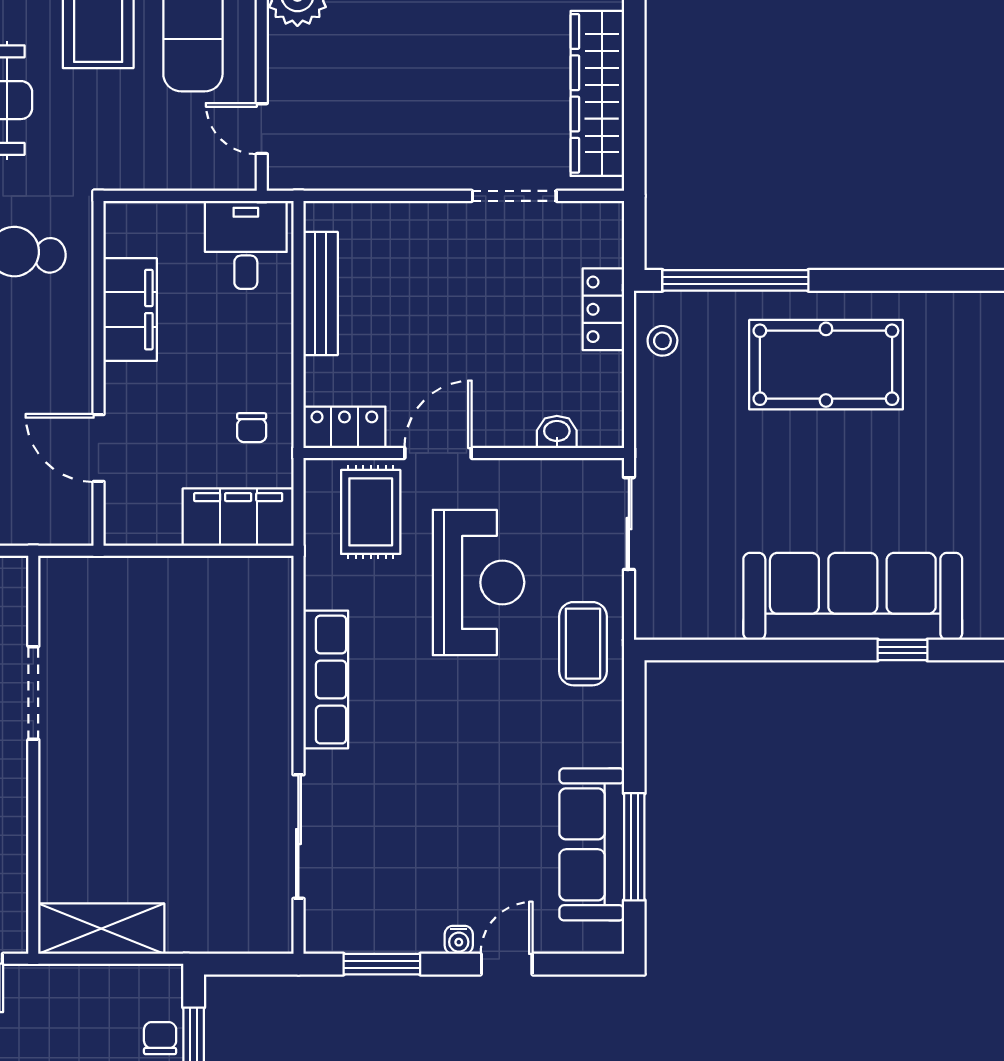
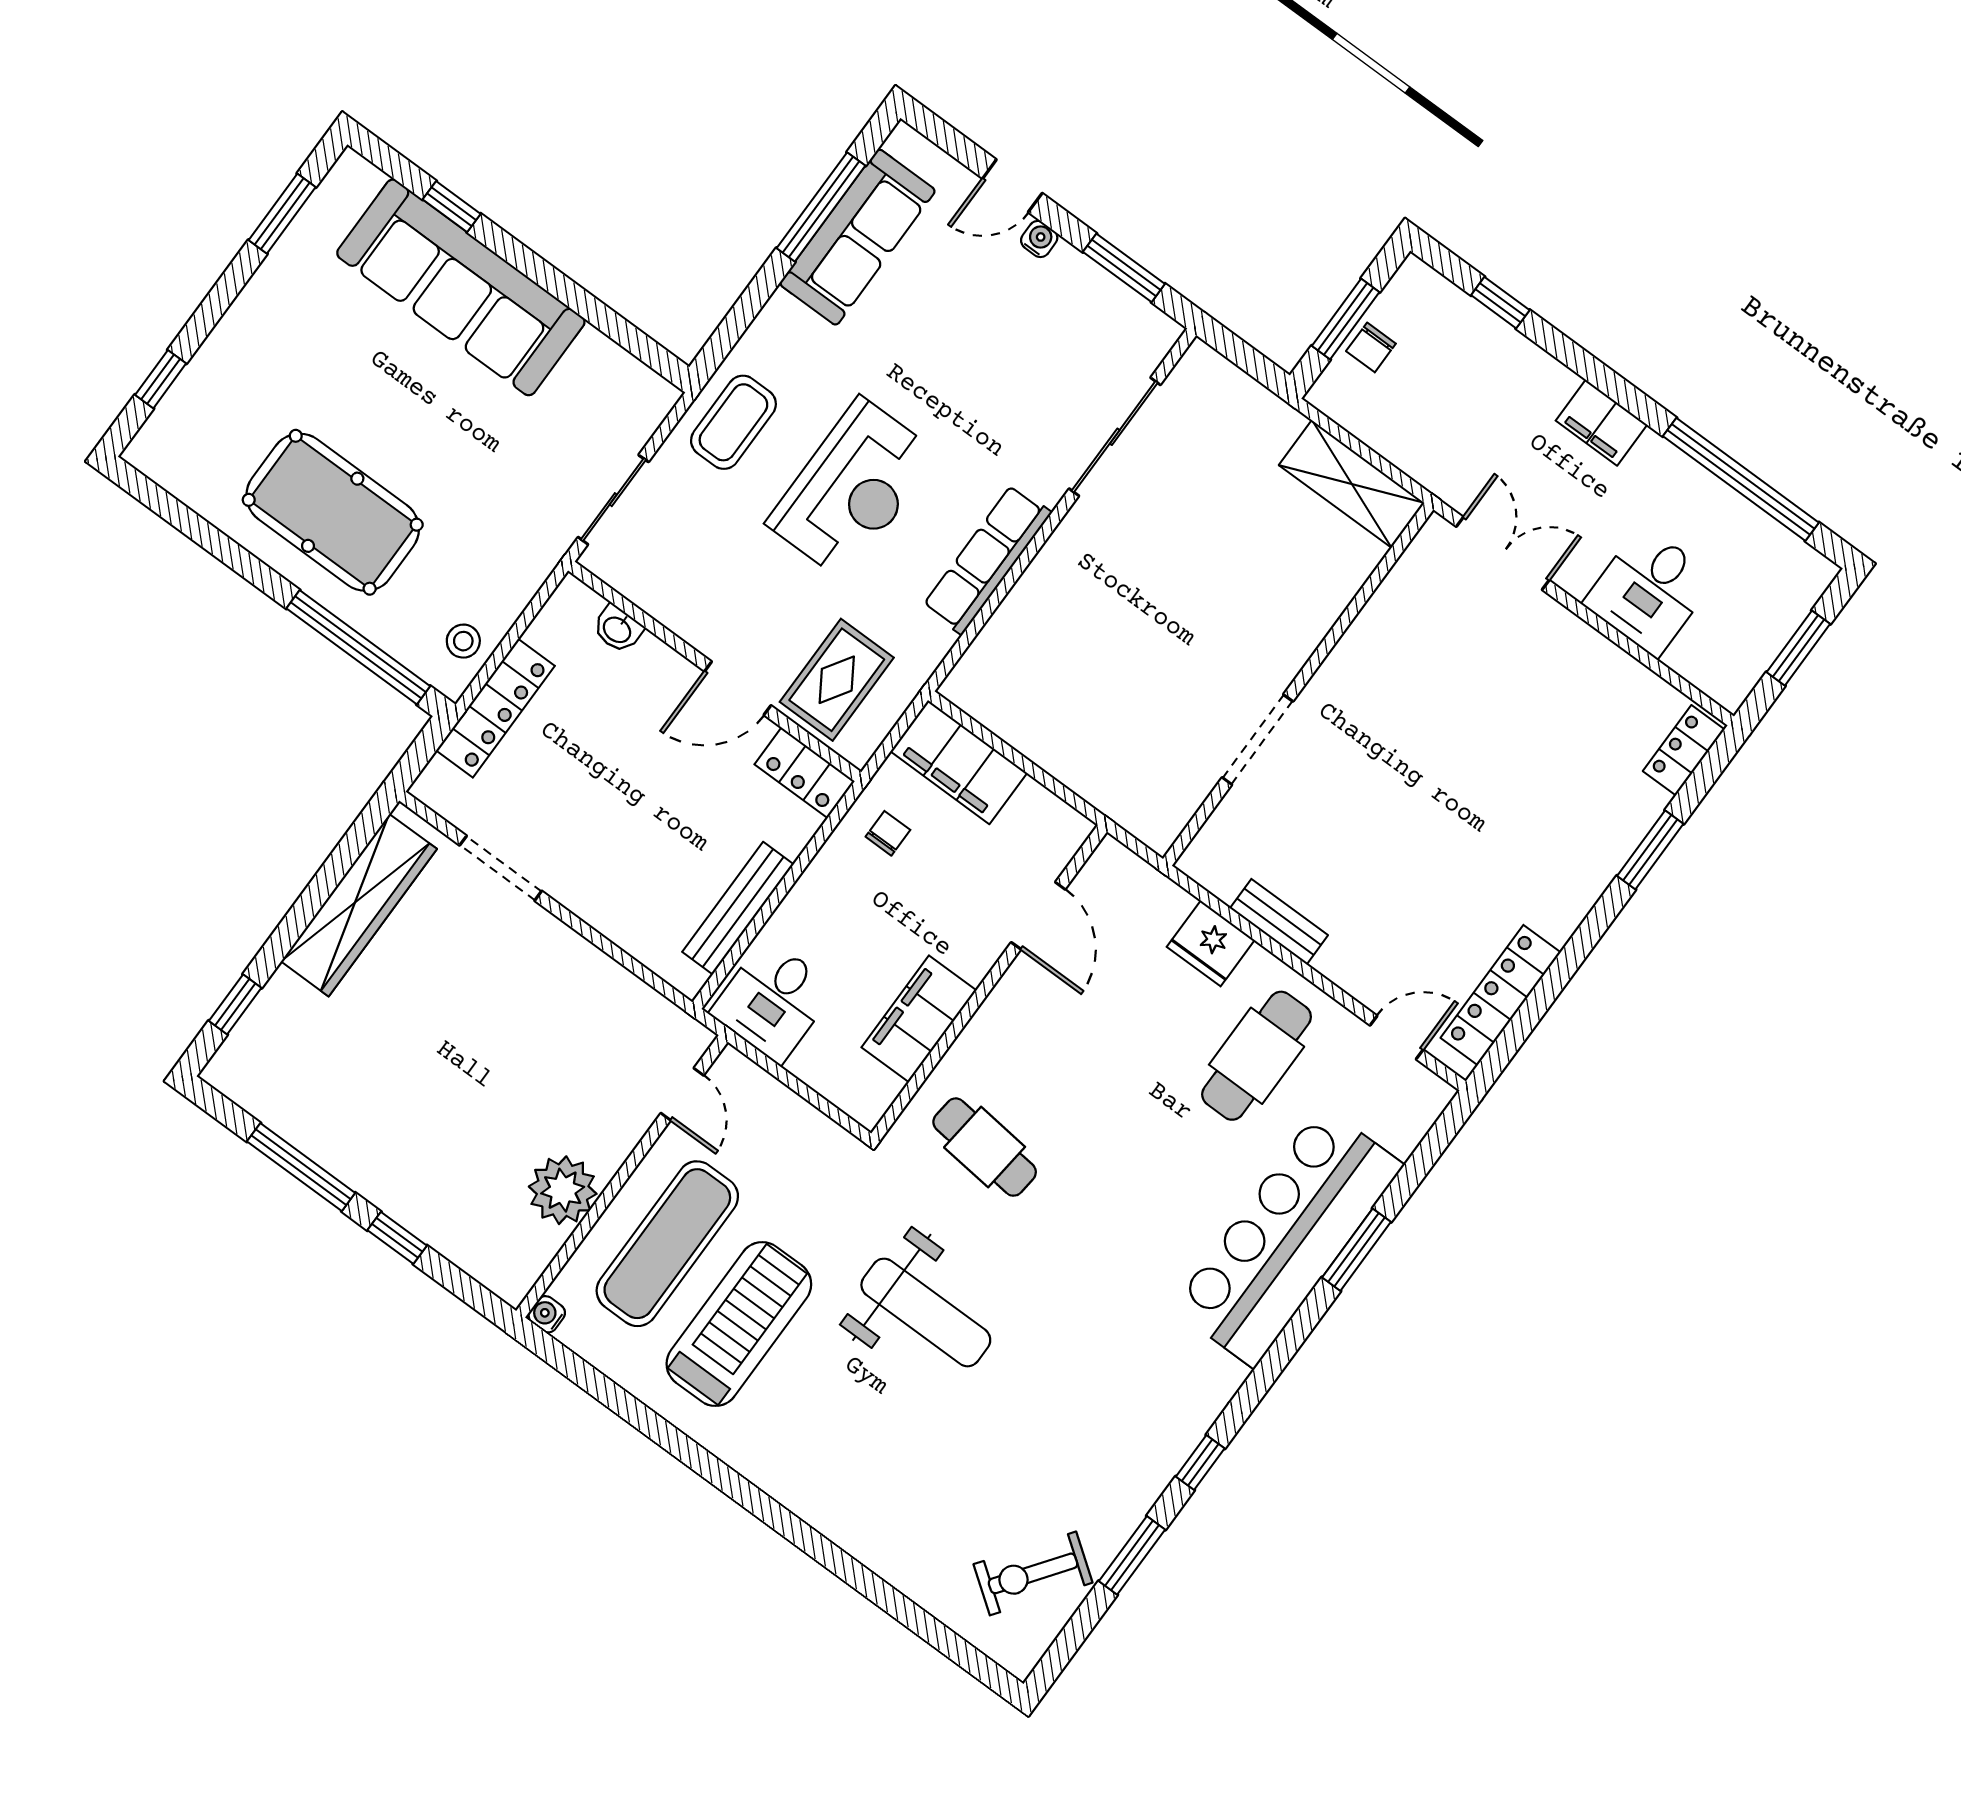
locker: (603, 309) -> (495, 708), width x1.53
reception desk: (479, 582) -> (852, 489), moved, turned 180

